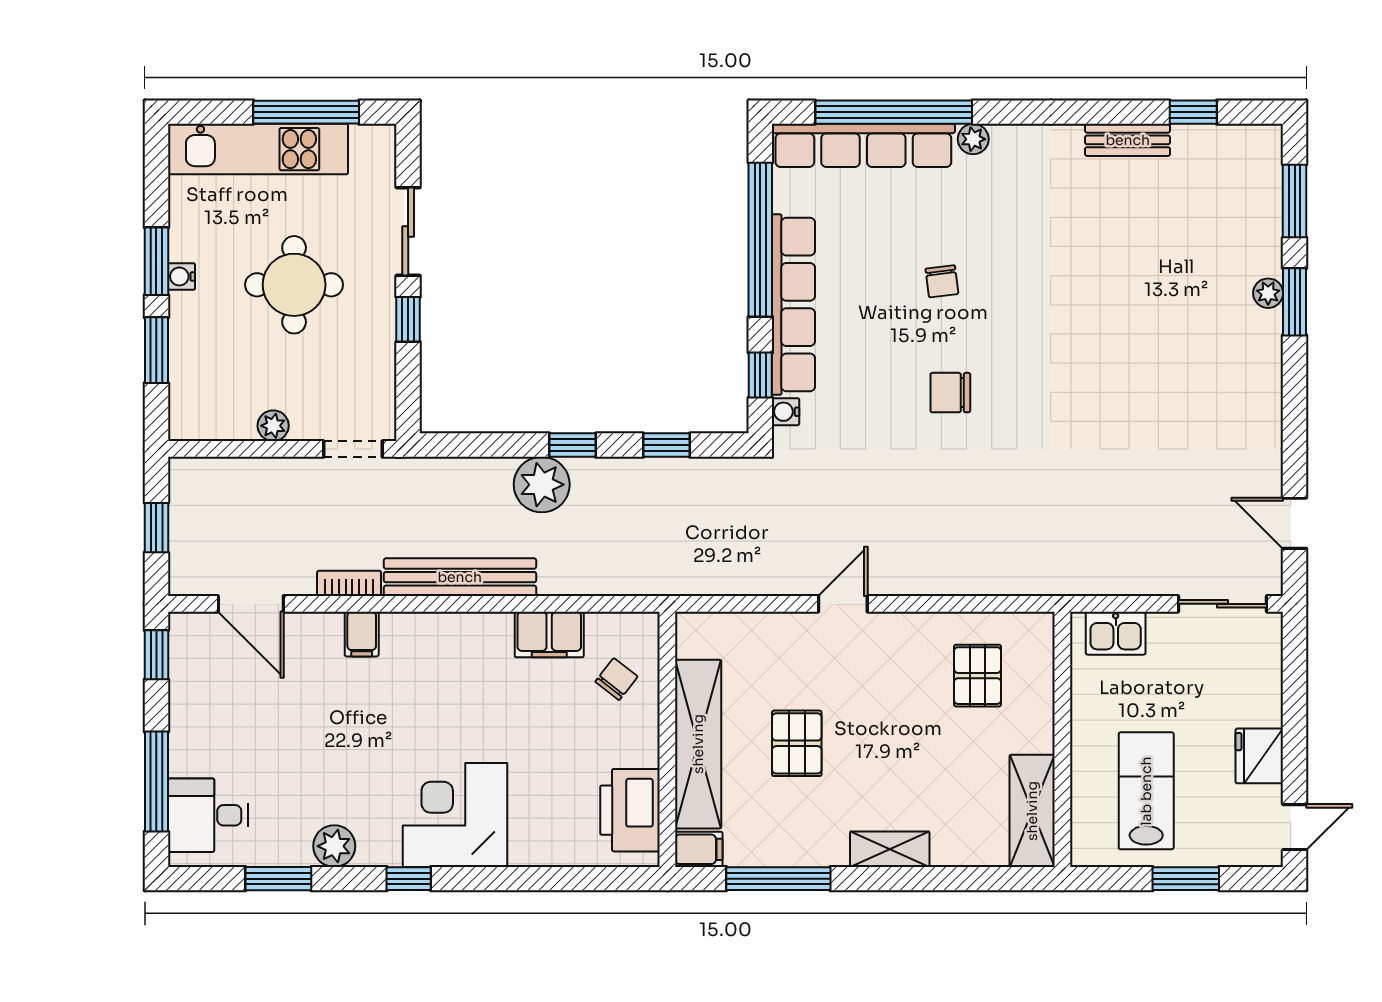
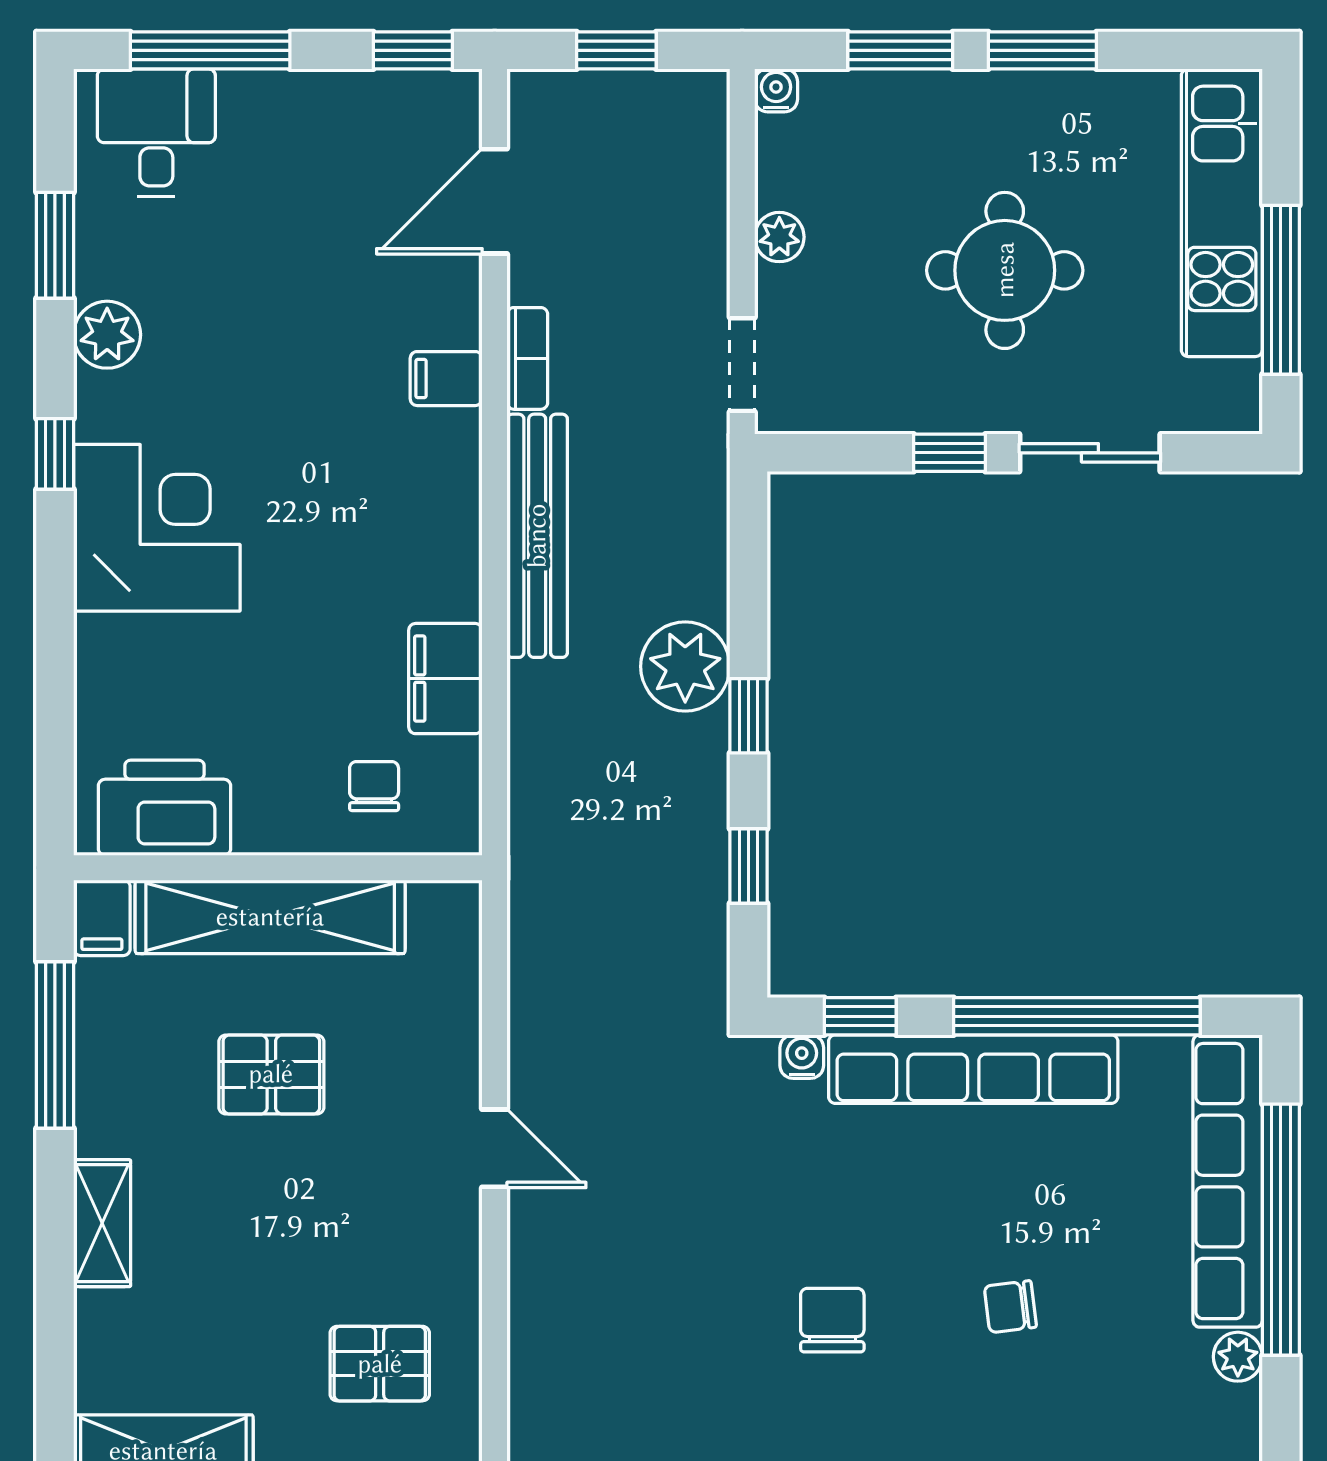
water cooler: (181, 276) -> (776, 90), moved
chair: (616, 679) -> (374, 786), turned -128

